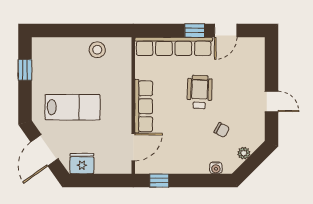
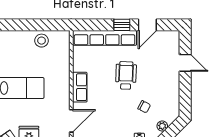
door: (272, 101) -> (185, 63), moved
row of seats: (144, 106) -> (80, 87), width x0.68

